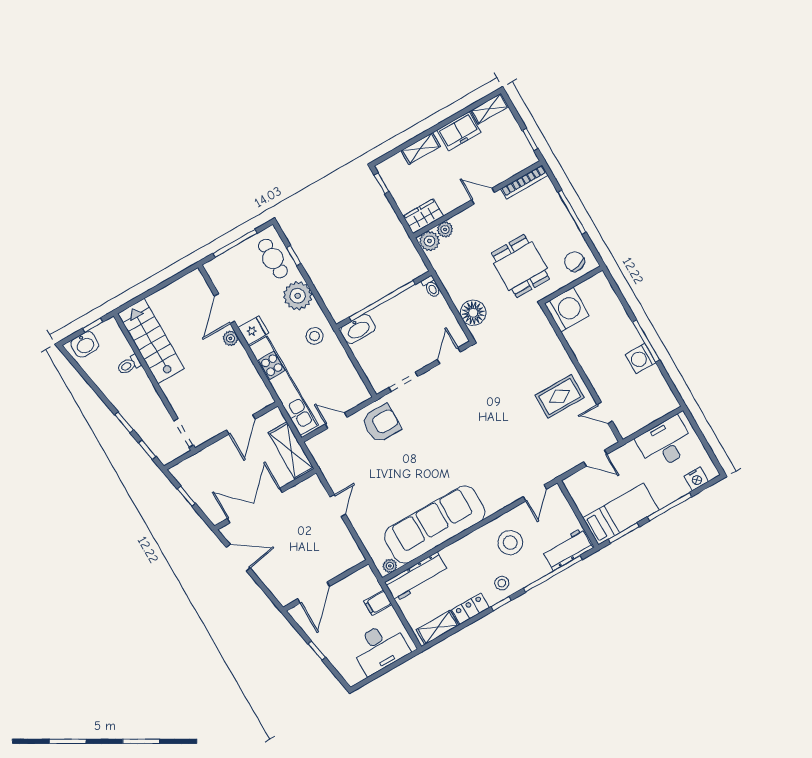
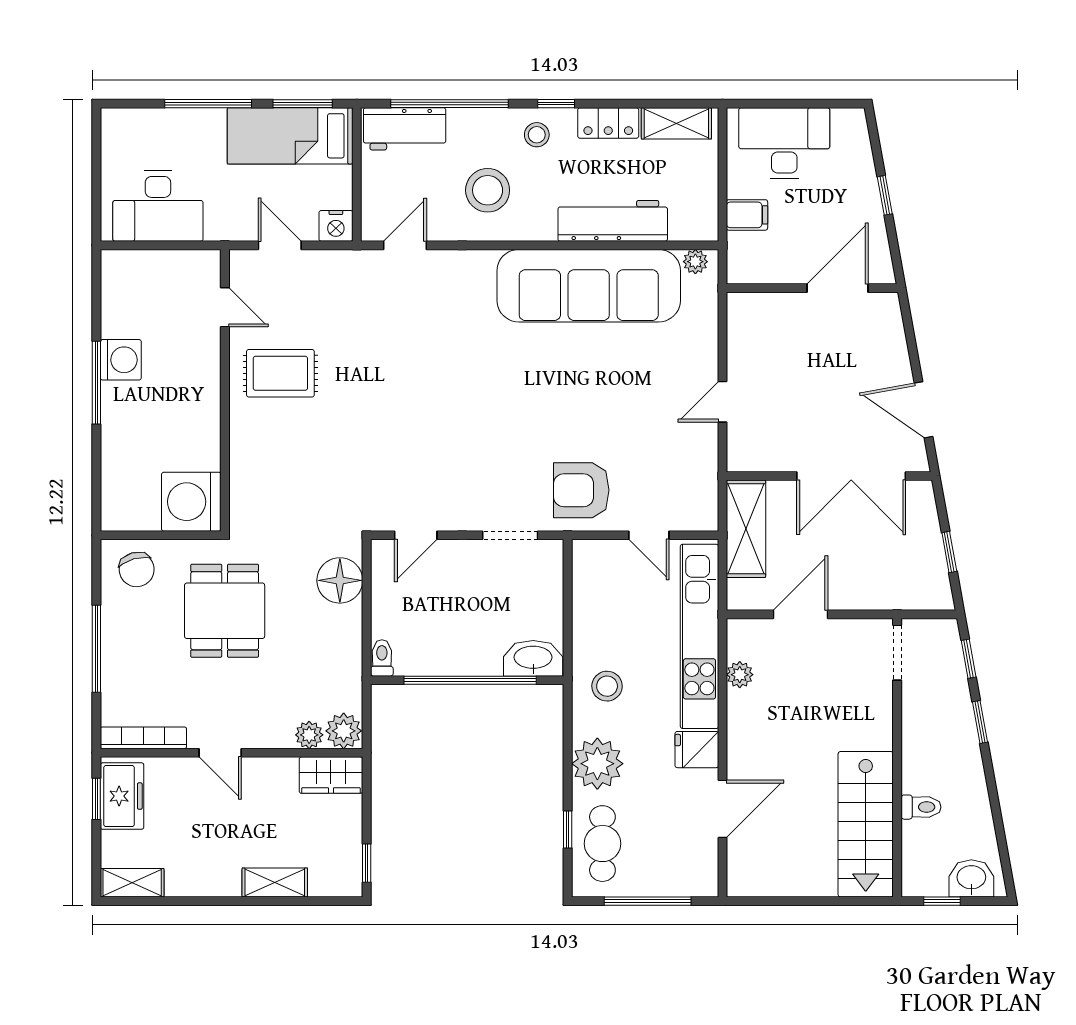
freezer: (459, 131) -> (122, 796), moved, turned 90
plant: (230, 338) -> (740, 675), moved
nightstand: (696, 479) -> (336, 226), moved, turned 180
workbench: (416, 577) -> (613, 221), moved

